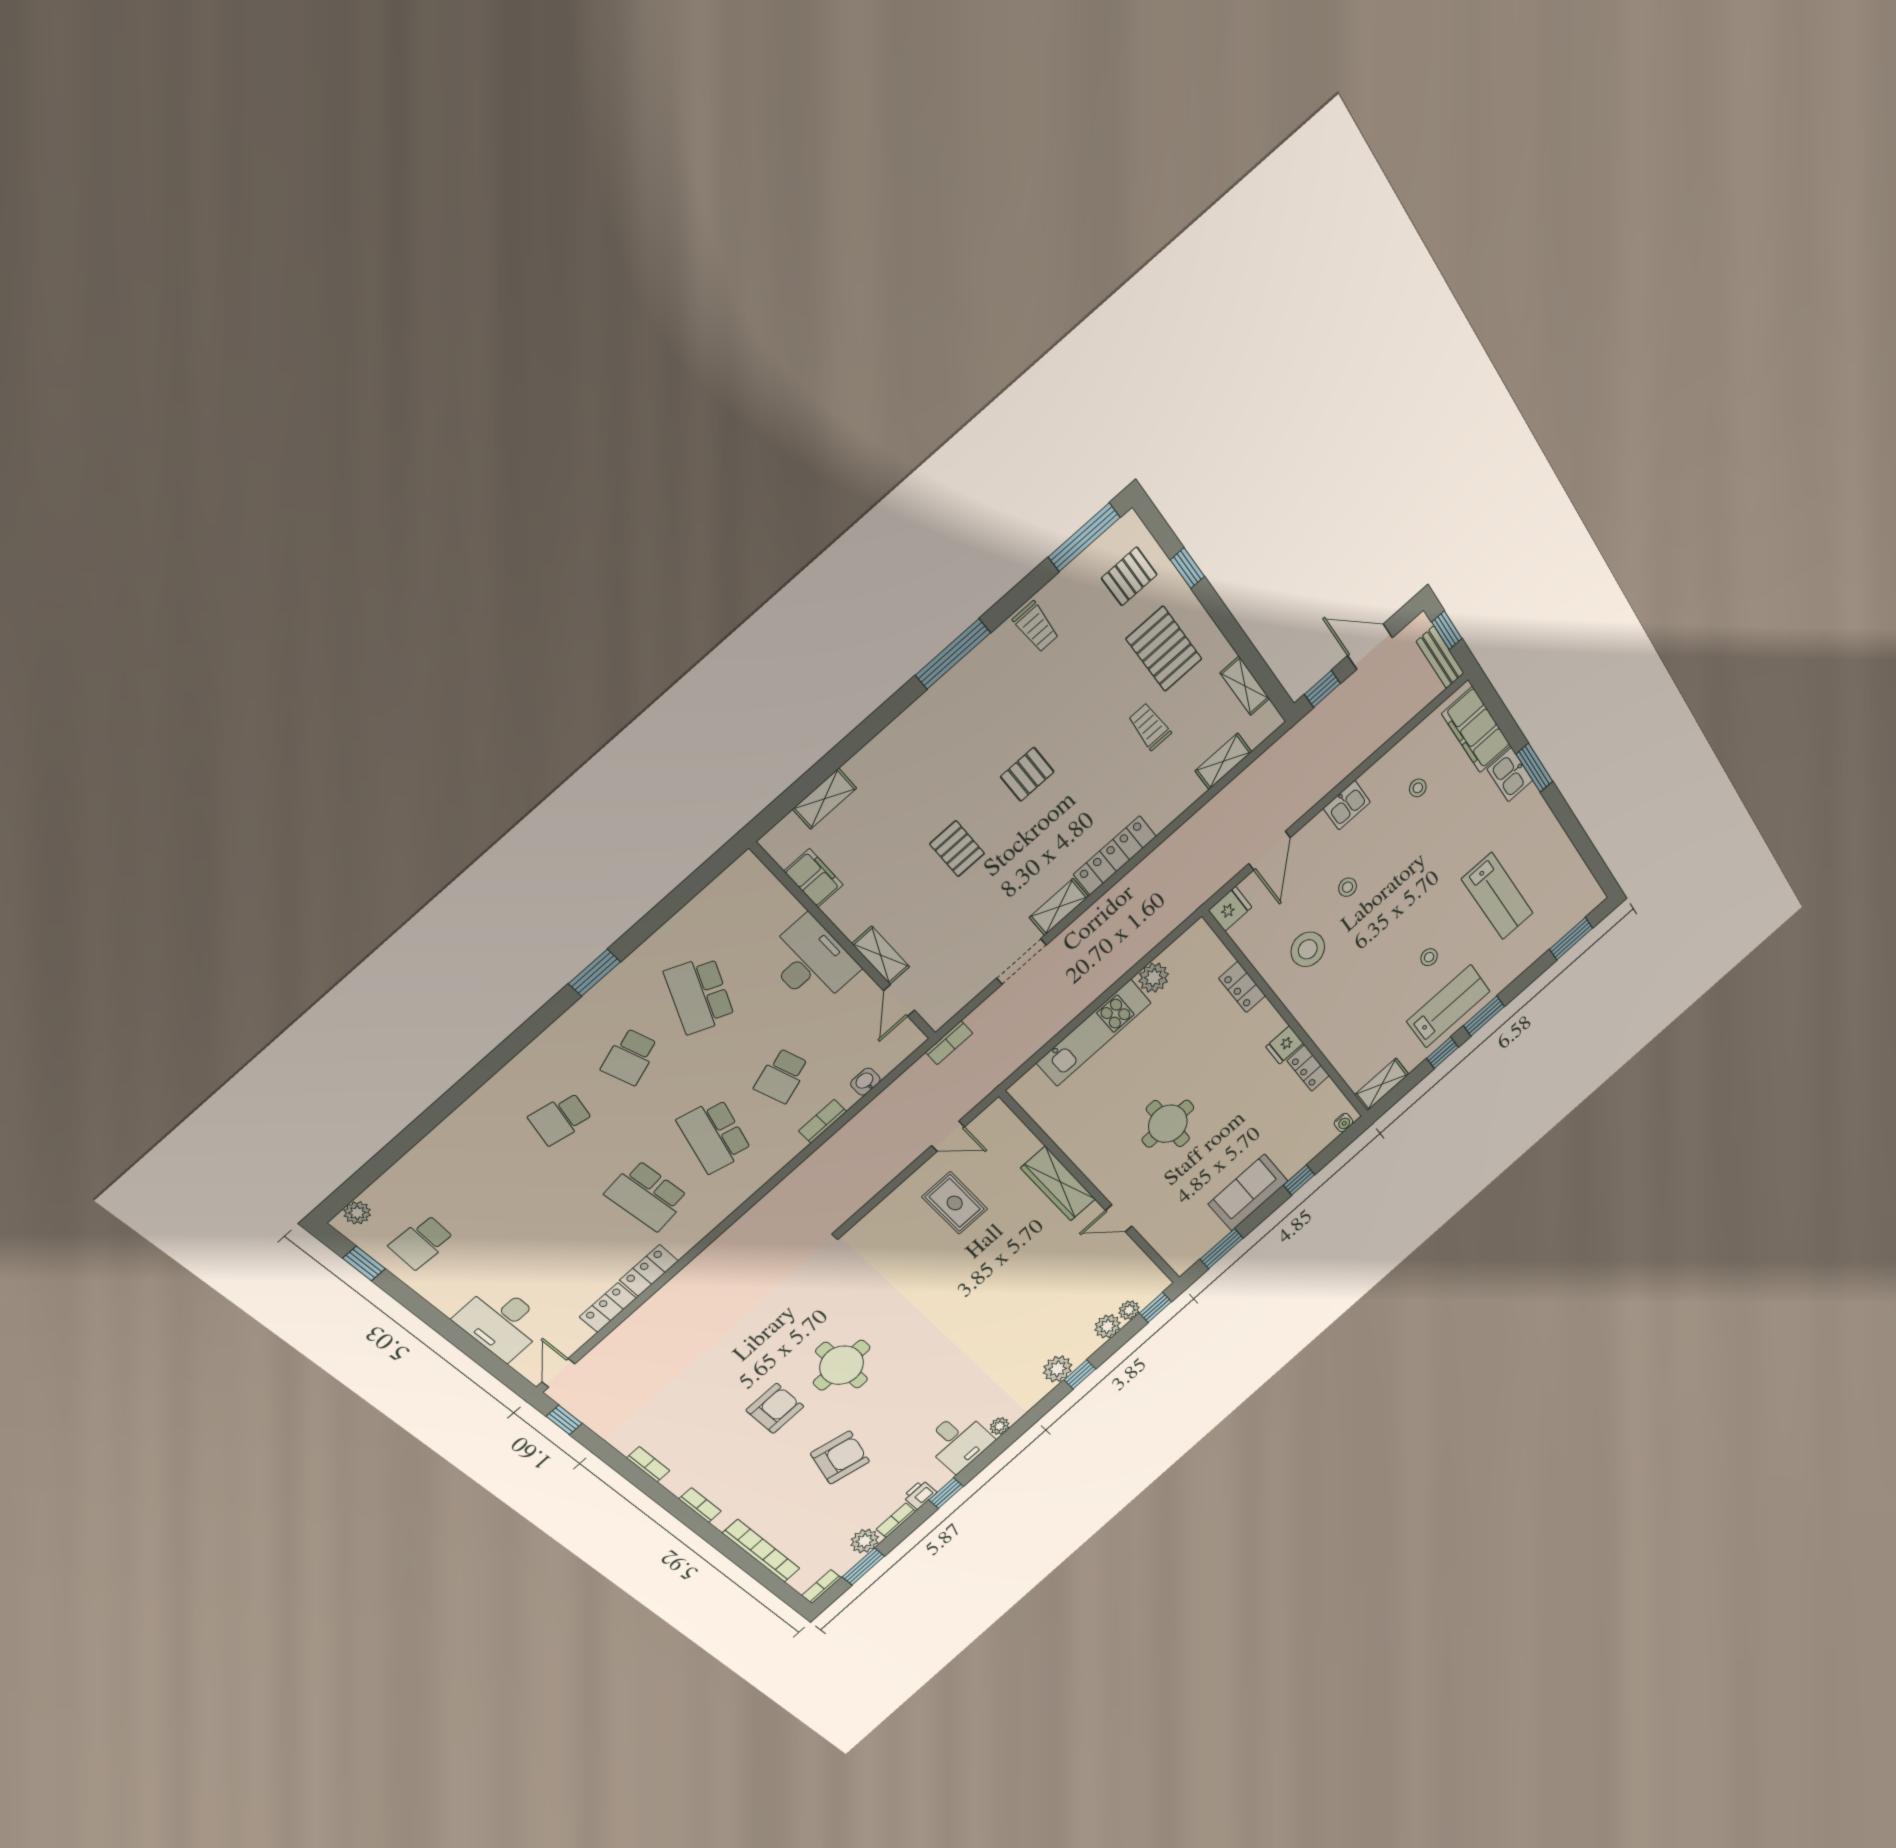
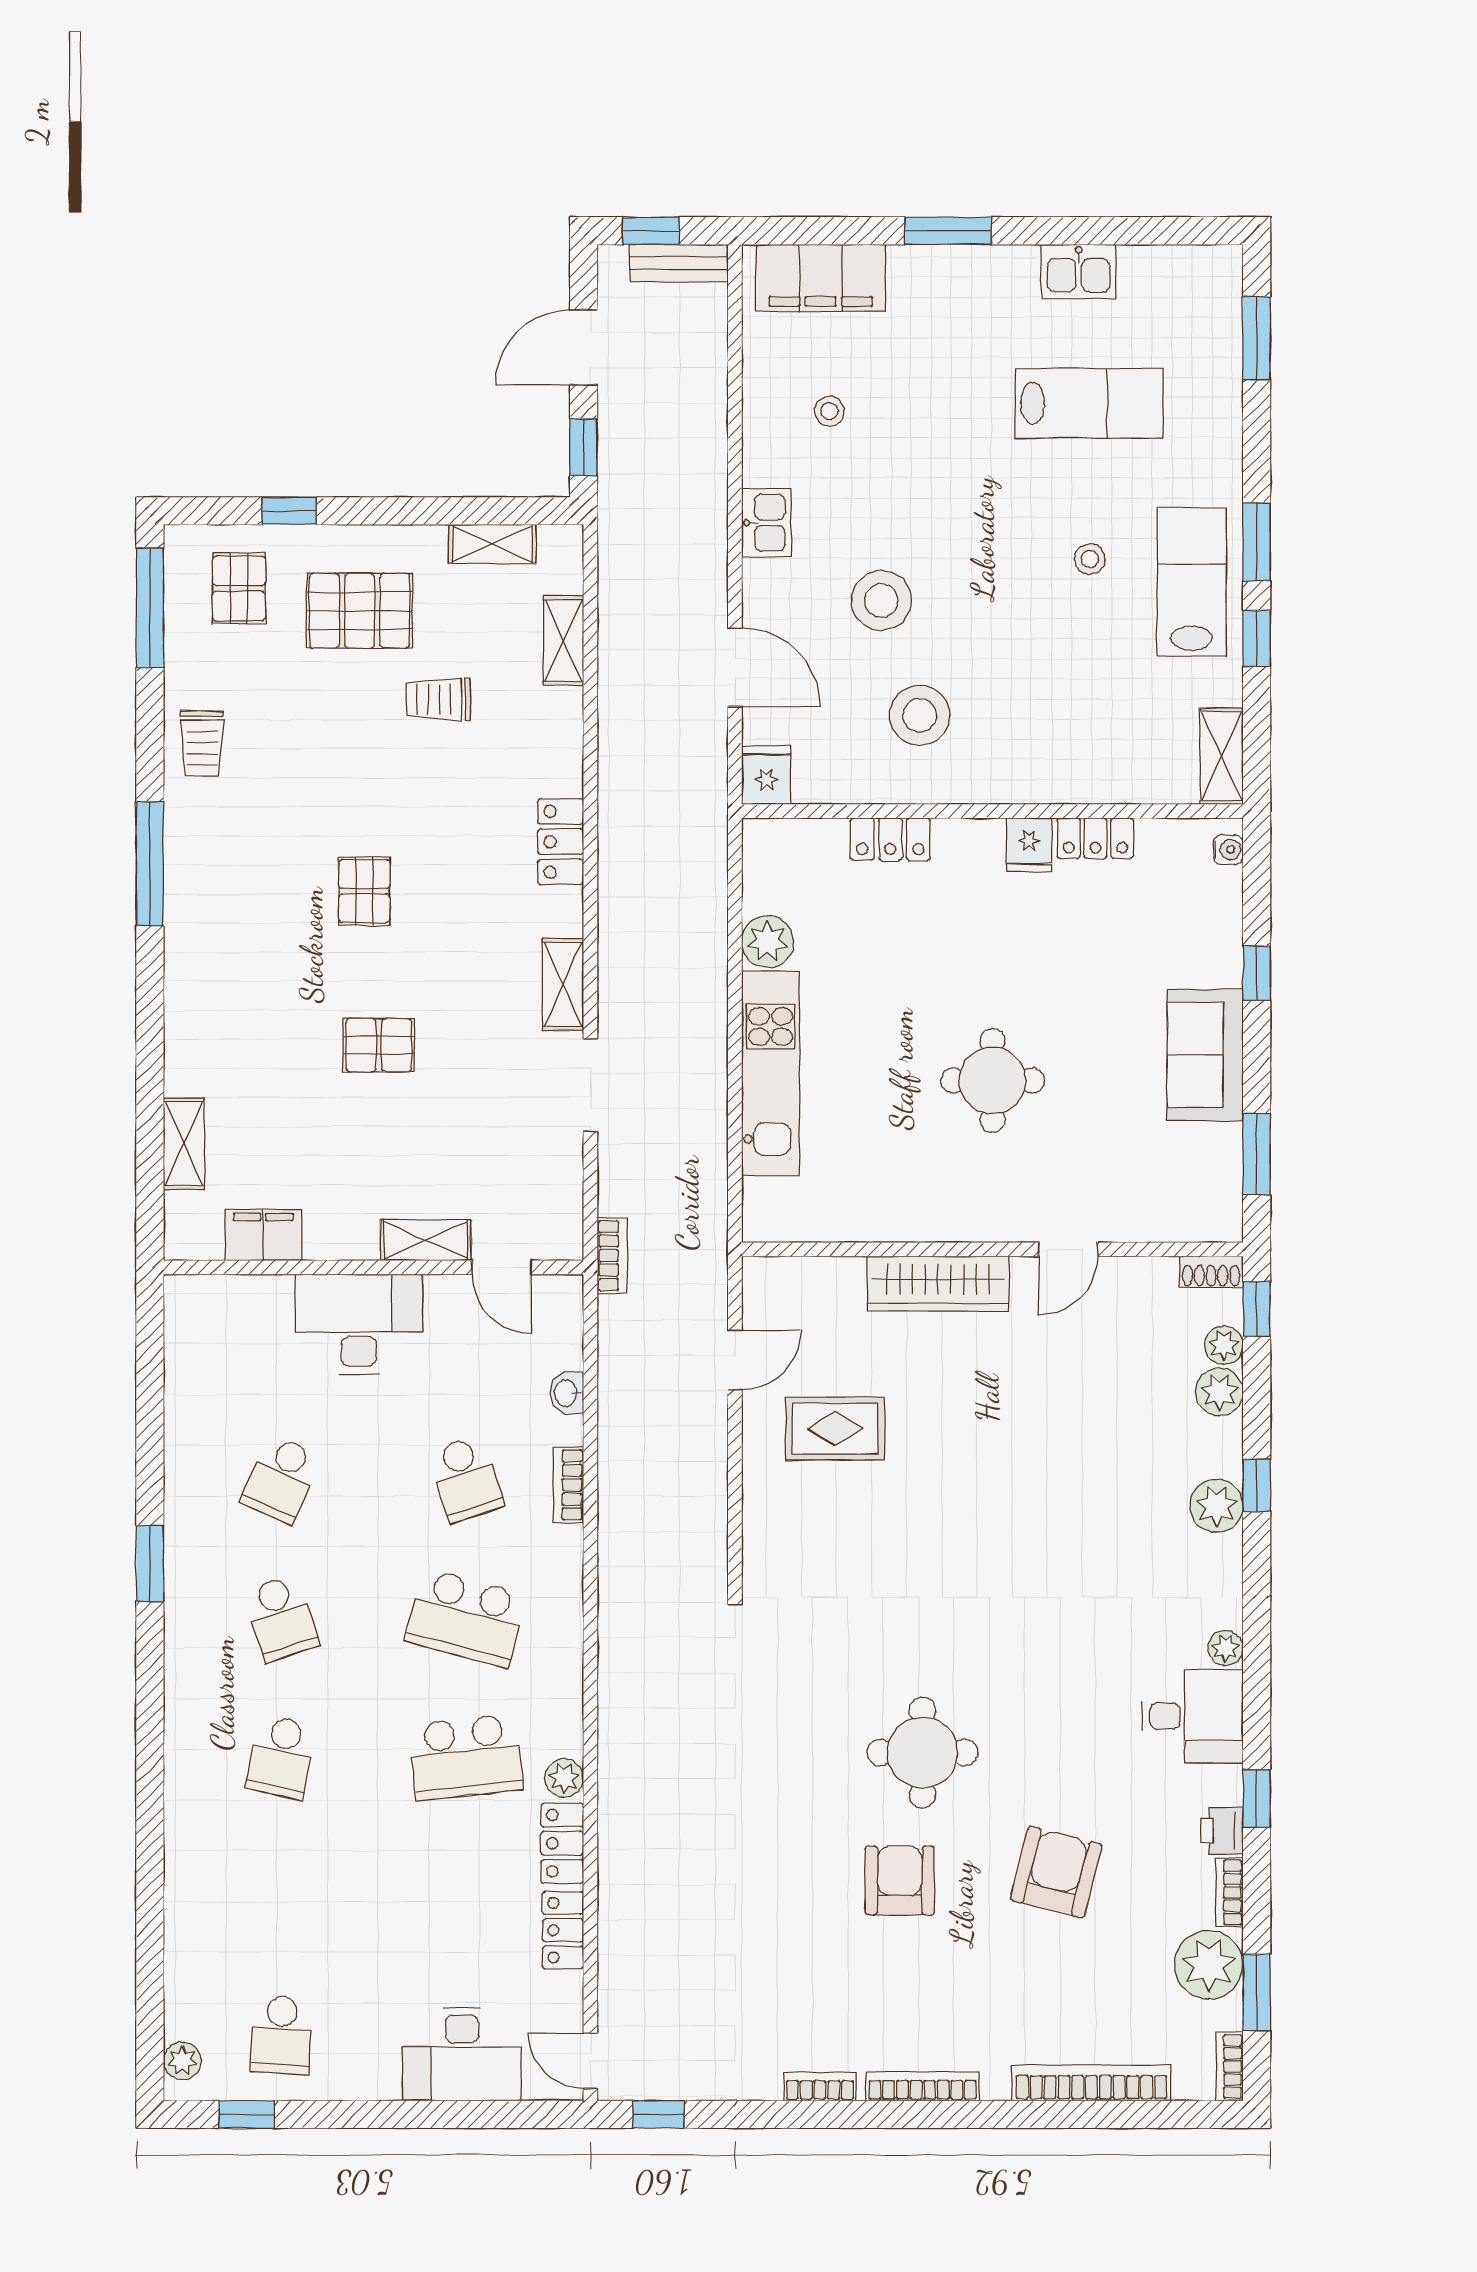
trolley: (1036, 627) -> (202, 744), turned 90
kitchen sink: (1510, 775) -> (1079, 271), moved
locker: (1115, 855) -> (561, 842), width x0.66
stool: (1348, 887) -> (881, 601), width x1.89, depth x1.89
school desk: (700, 995) -> (281, 1479), width x0.54
plant: (681, 1244) -> (564, 1778), added
shoe rack: (1157, 1278) -> (1211, 1272), added
bookcase: (700, 1505) -> (923, 2086), width x1.56
plant: (865, 1541) -> (1209, 1965), width x1.36, depth x1.36

